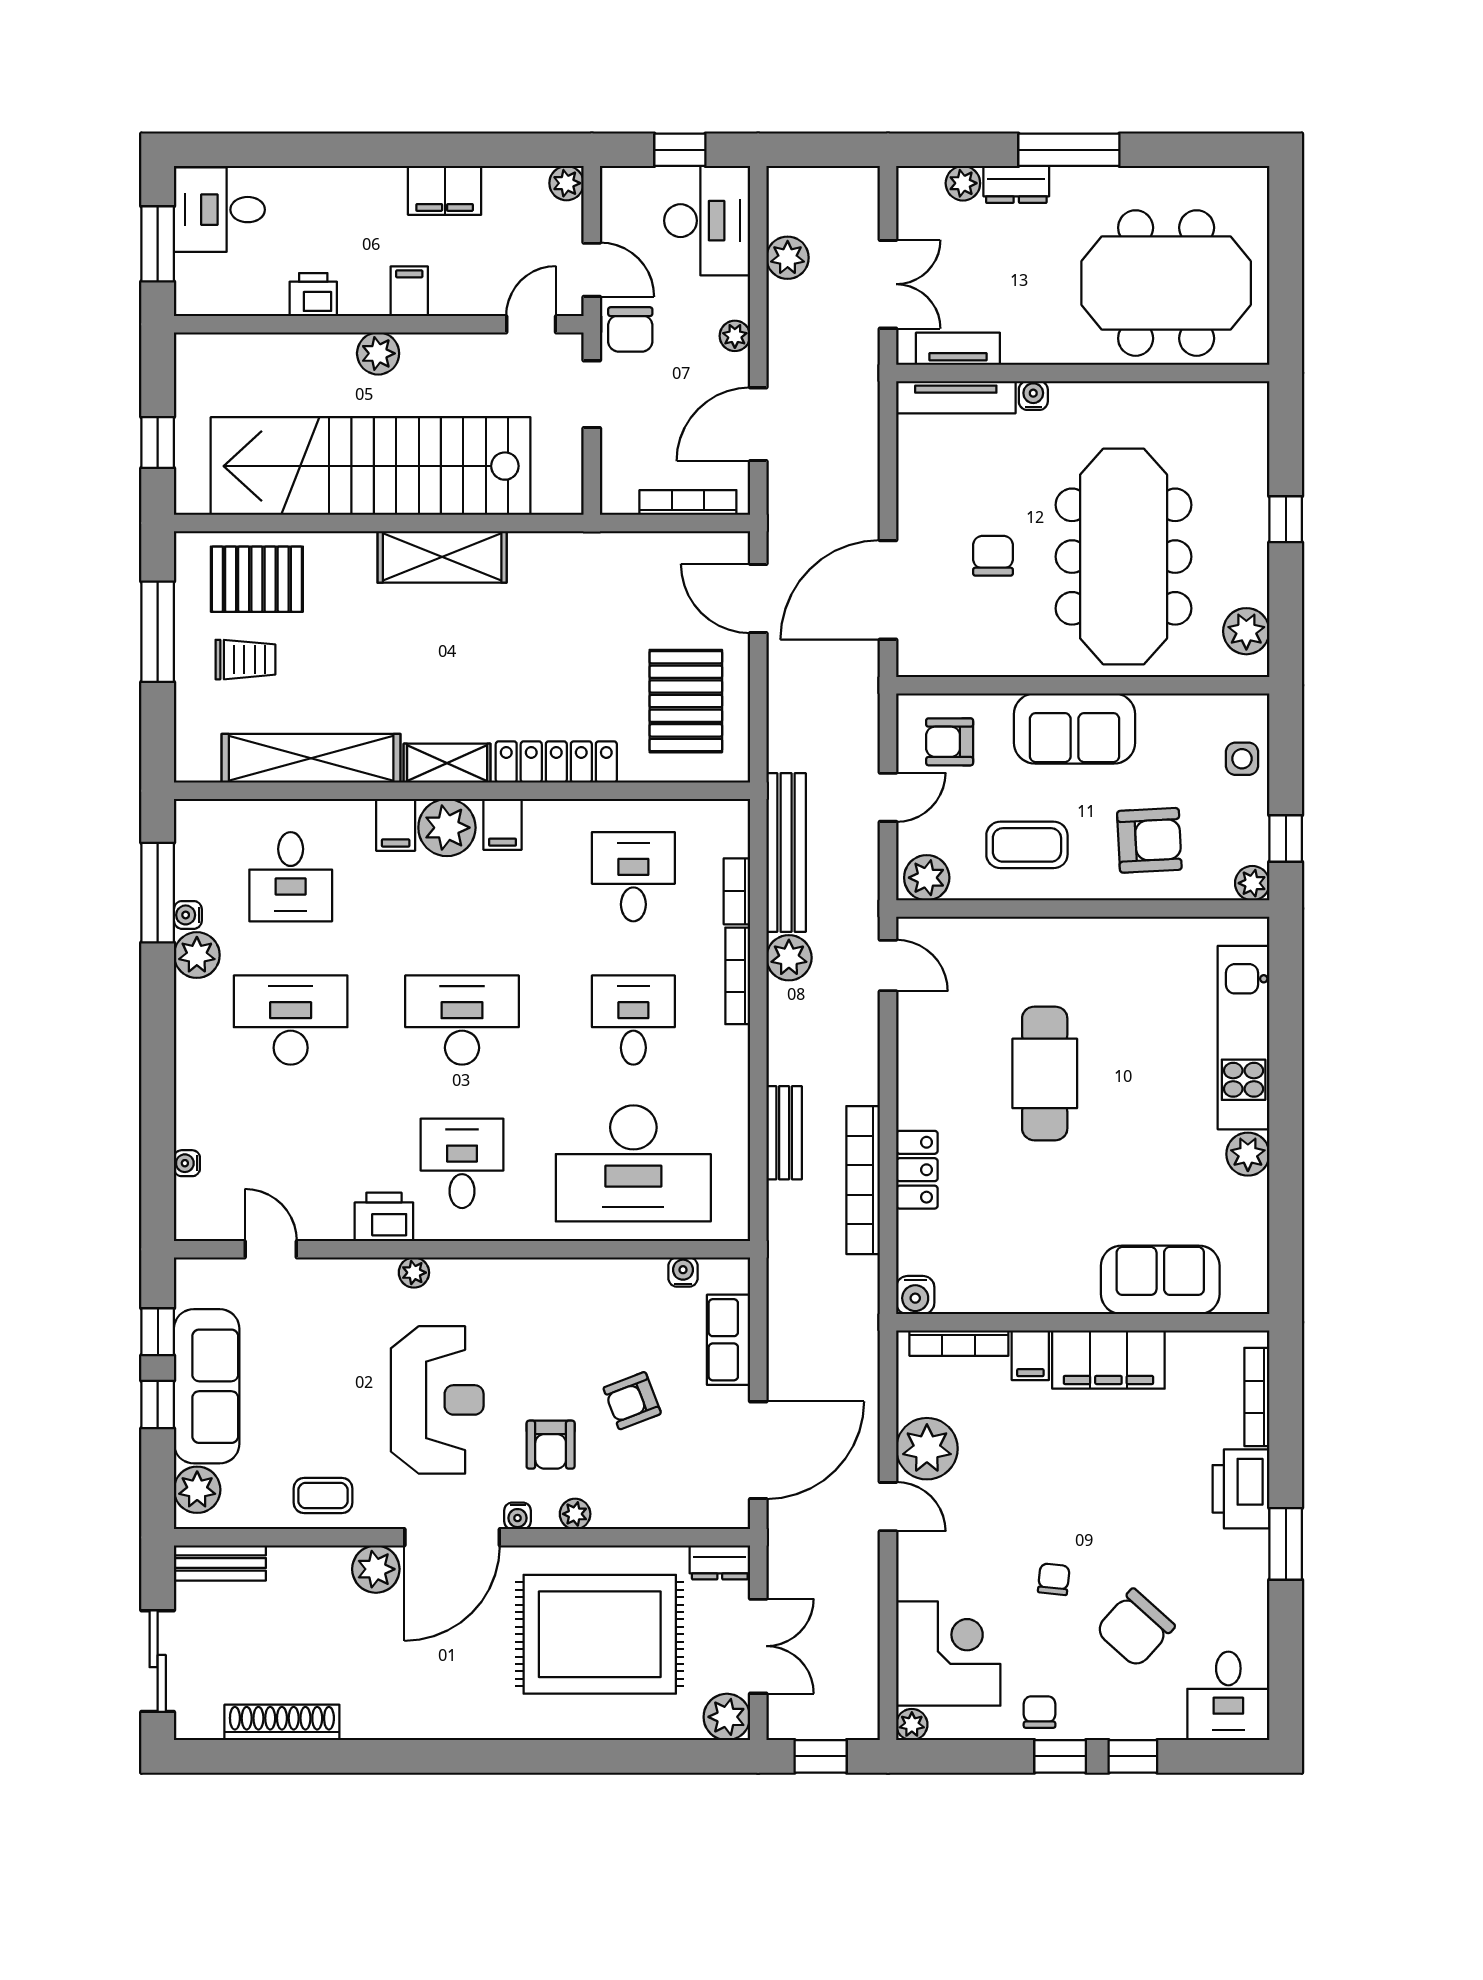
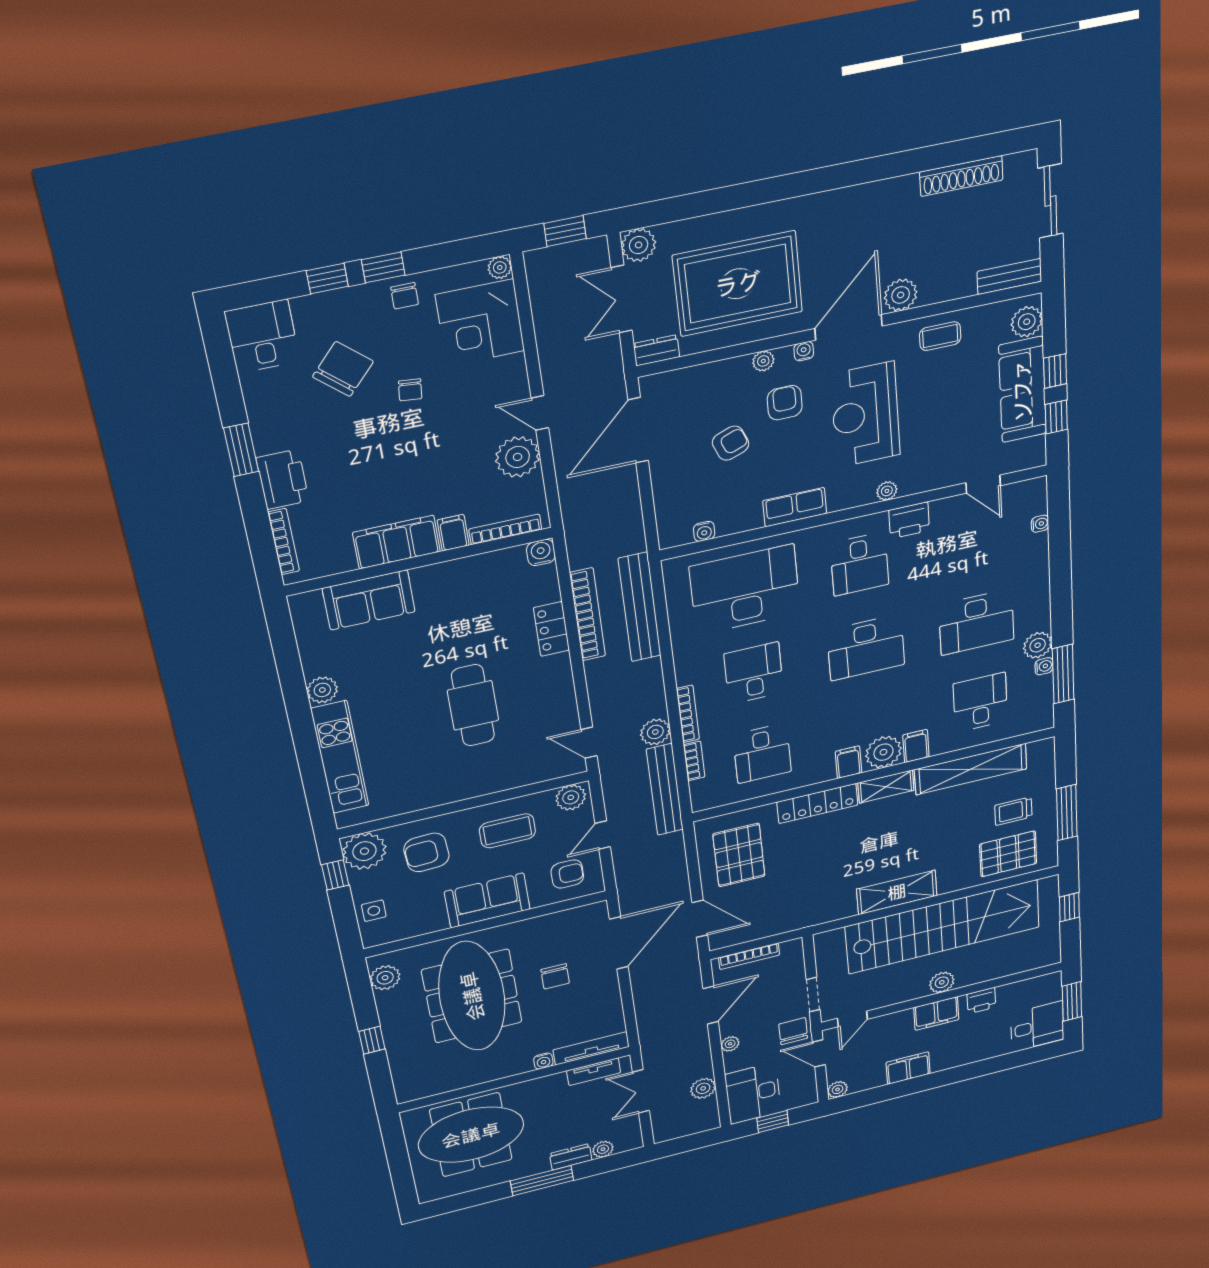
filing cabinet: (409, 291) -> (936, 1014), width x2.00
plant: (1252, 883) -> (364, 851), width x1.87, depth x1.87
desk: (633, 1020) -> (754, 673), turned 180
bench: (784, 1133) -> (640, 607), width x1.86, depth x1.21
row of seats: (728, 1340) -> (795, 507), moved, turned -90

